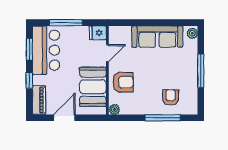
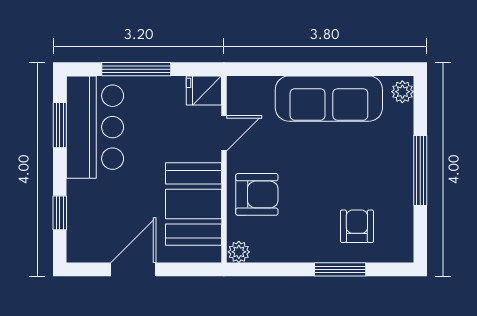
window: (29, 80) -> (60, 213), moved
piano: (39, 100) -> (80, 232), removed
window: (163, 118) -> (340, 269), width x0.69

